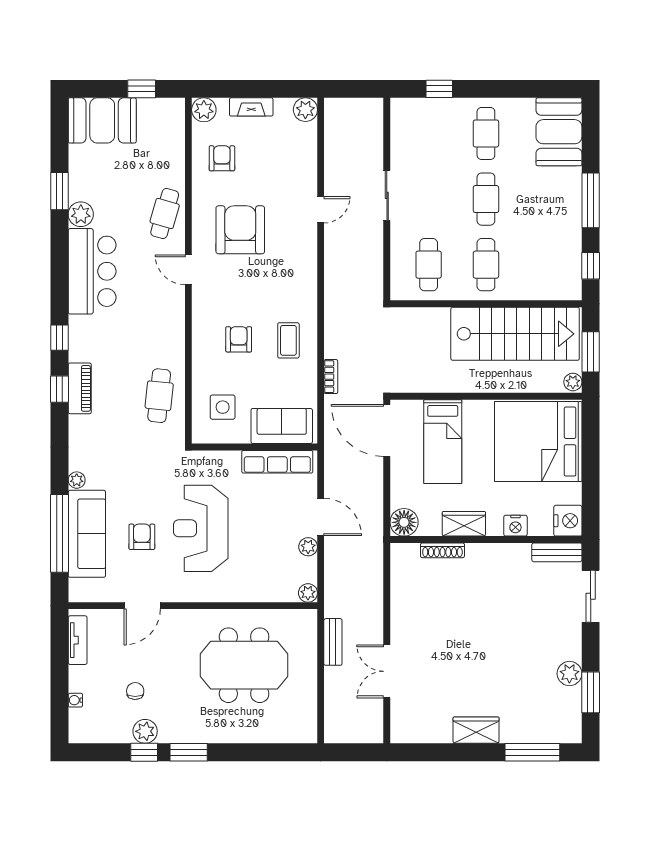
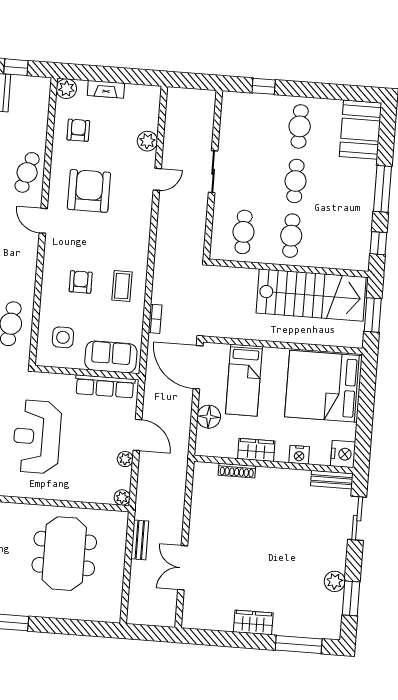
plant: (305, 110) -> (147, 141), moved
plant: (573, 382) -> (356, 339), removed
floor lamp: (404, 522) -> (209, 417), moved
meeting table: (244, 665) -> (64, 554), turned 90

